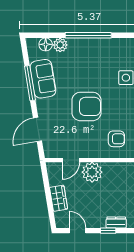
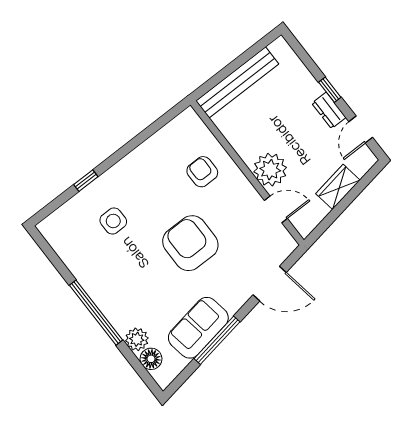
dresser: (116, 222) -> (329, 110), moved

